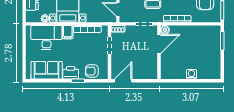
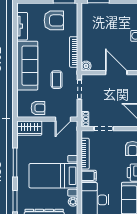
door: (159, 44) -> (116, 73), moved

